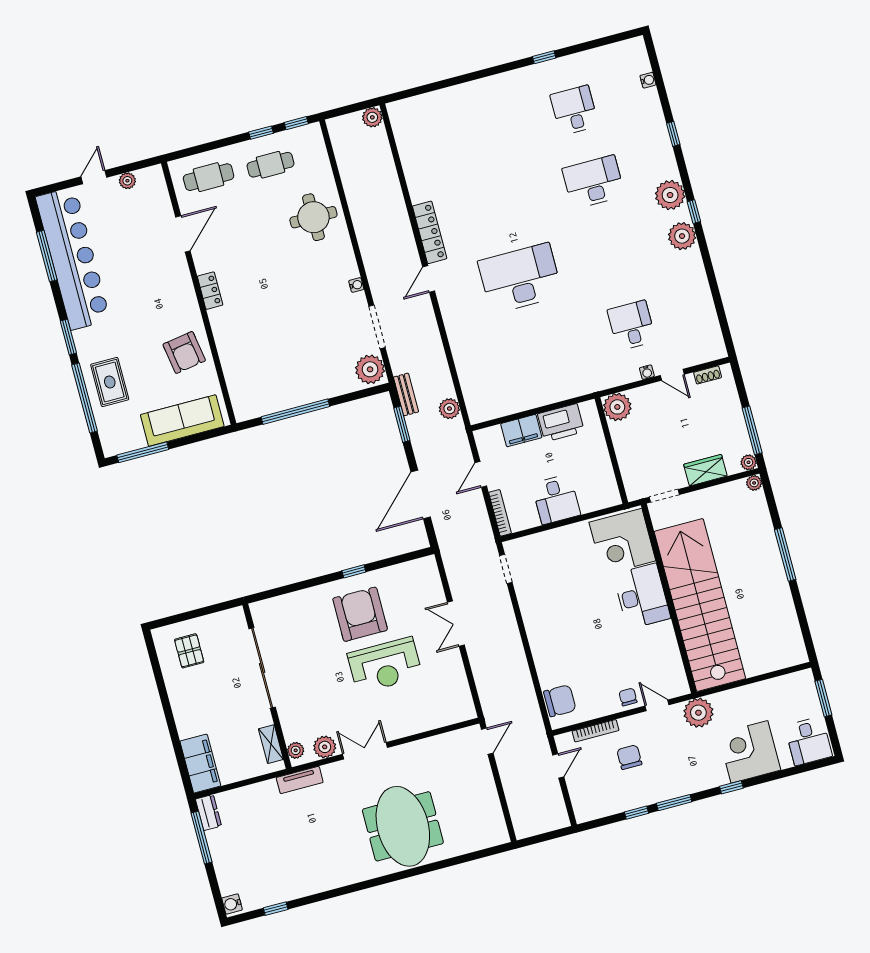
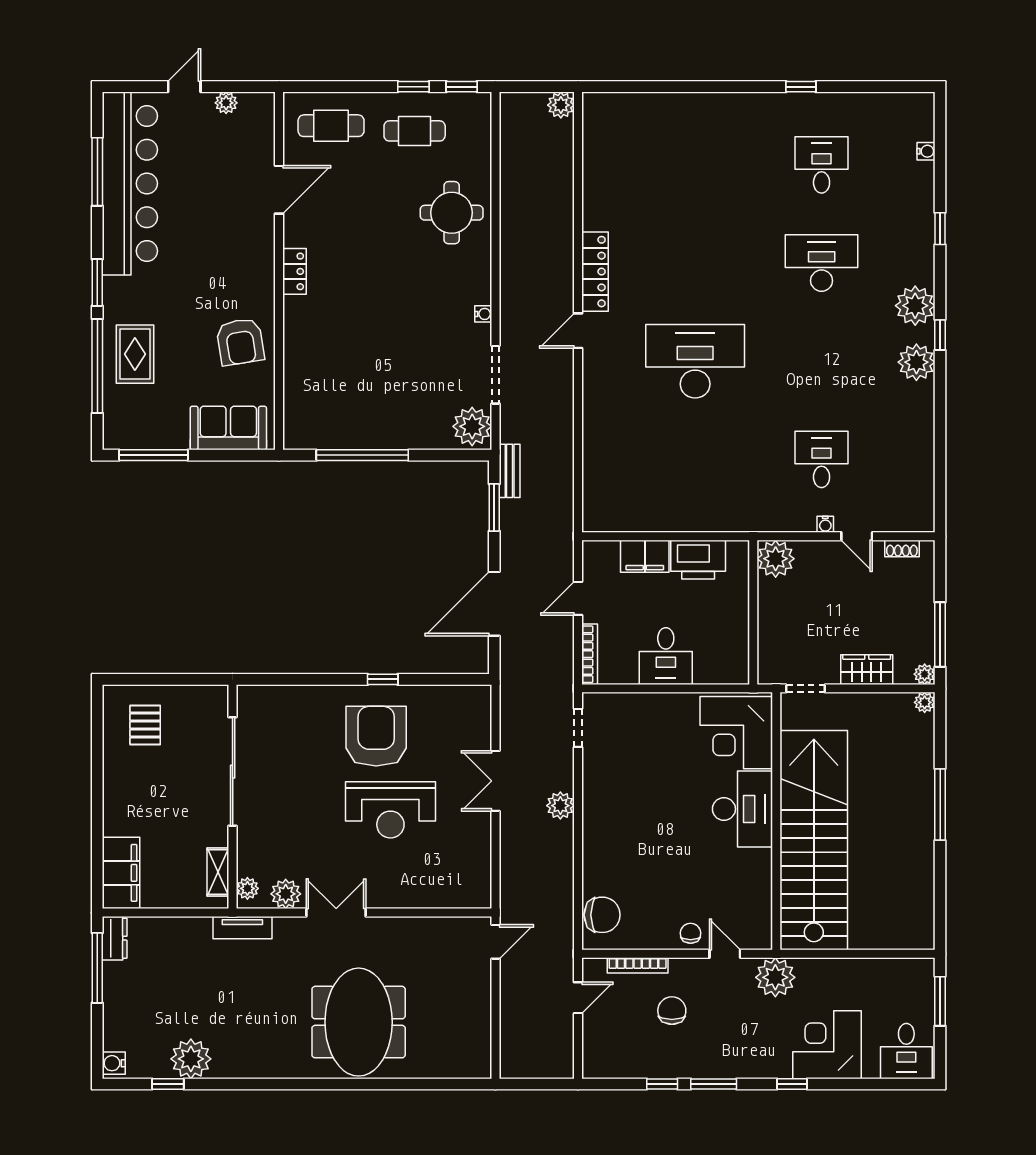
plant: (449, 409) -> (560, 806), moved
sofa: (182, 421) -> (228, 428), width x0.73
plant: (288, 886) -> (191, 1059), added

